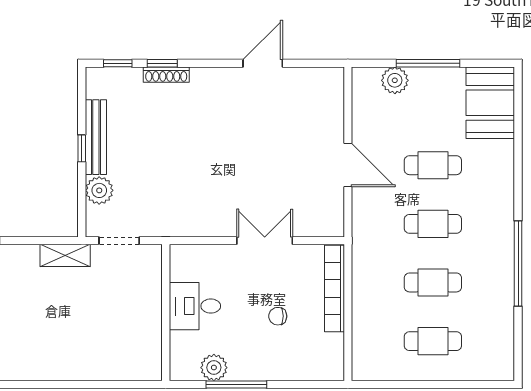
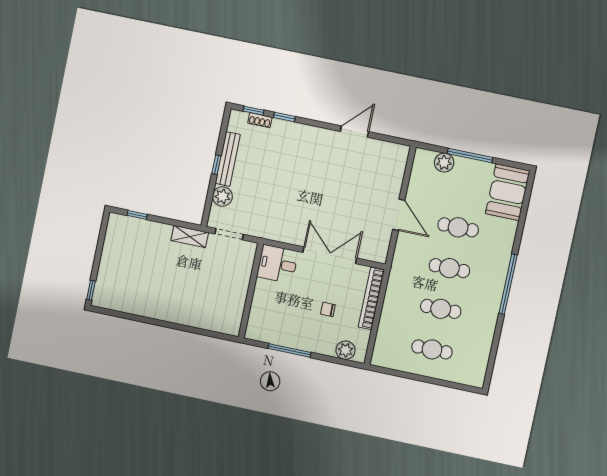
shoe rack: (166, 75) -> (260, 120), moved, width x0.70
double door: (265, 241) -> (330, 255), width x1.37
window: (518, 264) -> (508, 284), moved
desk: (195, 306) -> (277, 264), moved
plant: (214, 368) -> (345, 350), moved

